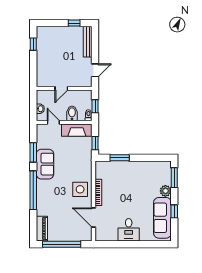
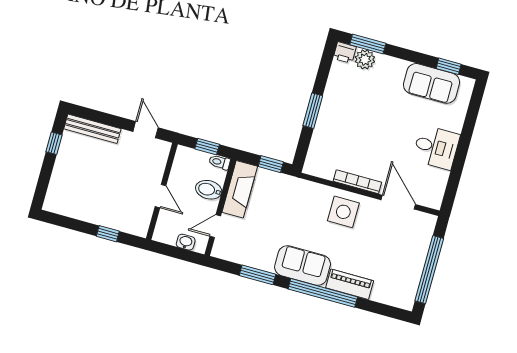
window: (33, 44) -> (108, 234), moved
window: (120, 158) -> (313, 111), moved
sofa: (45, 164) -> (303, 266), moved
printer: (166, 166) -> (345, 53), added
plant: (165, 191) -> (365, 59), moved
window: (174, 211) -> (449, 66), moved
door: (93, 218) -> (398, 202), swing flipped
sofa: (162, 218) -> (432, 83), width x0.73
piano: (42, 228) -> (350, 284), moved

